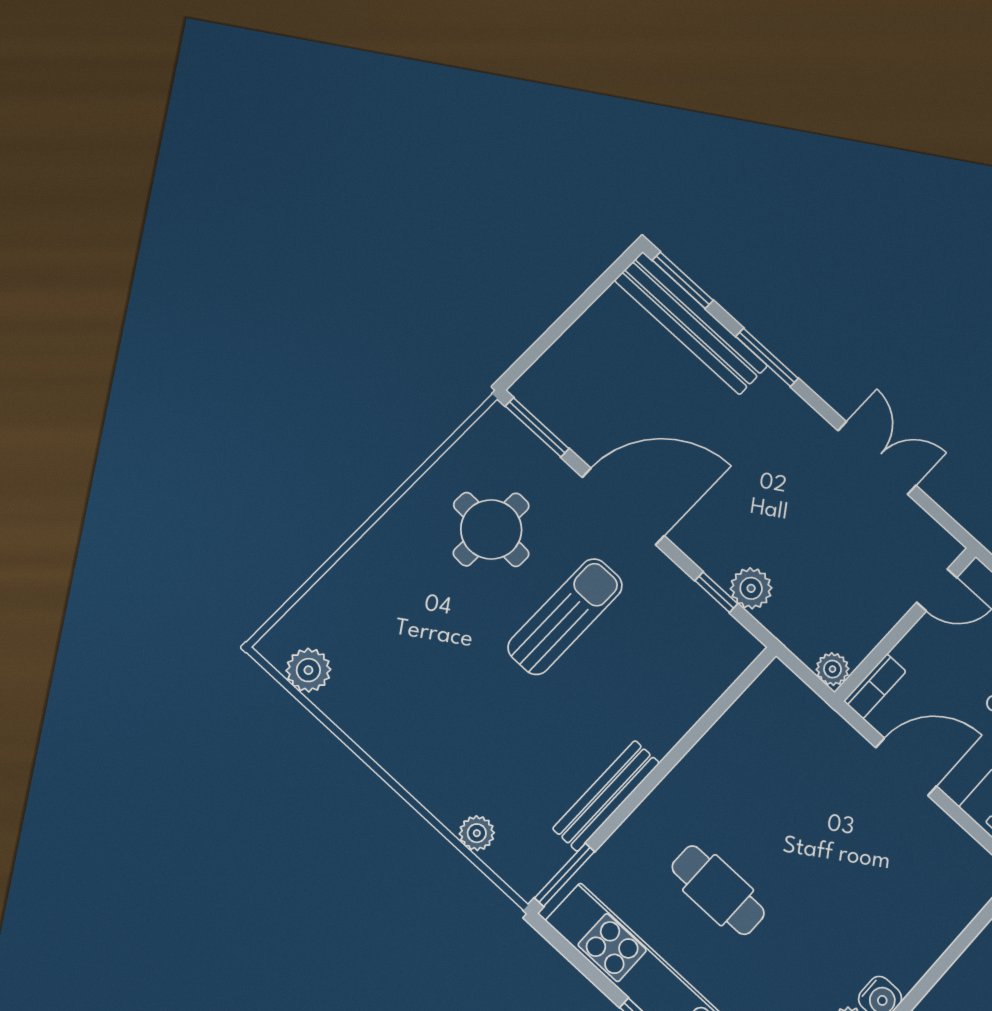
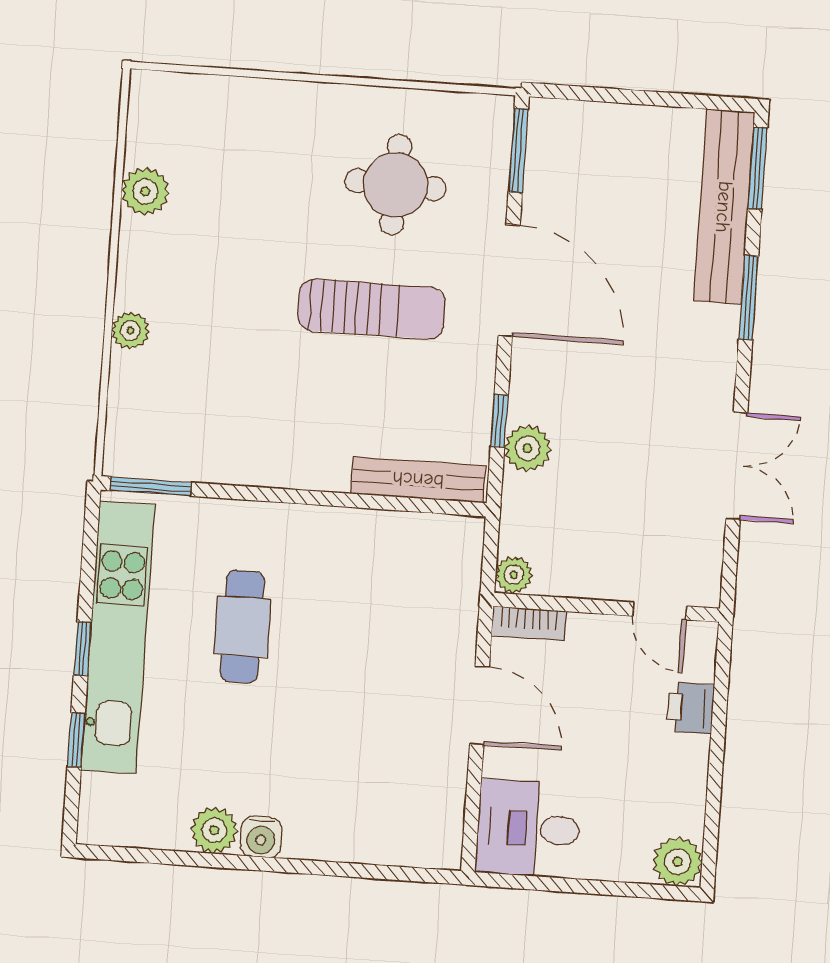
plant: (308, 670) -> (145, 191), moved
bench: (606, 796) -> (418, 480), moved
plant: (477, 833) -> (130, 331), moved

